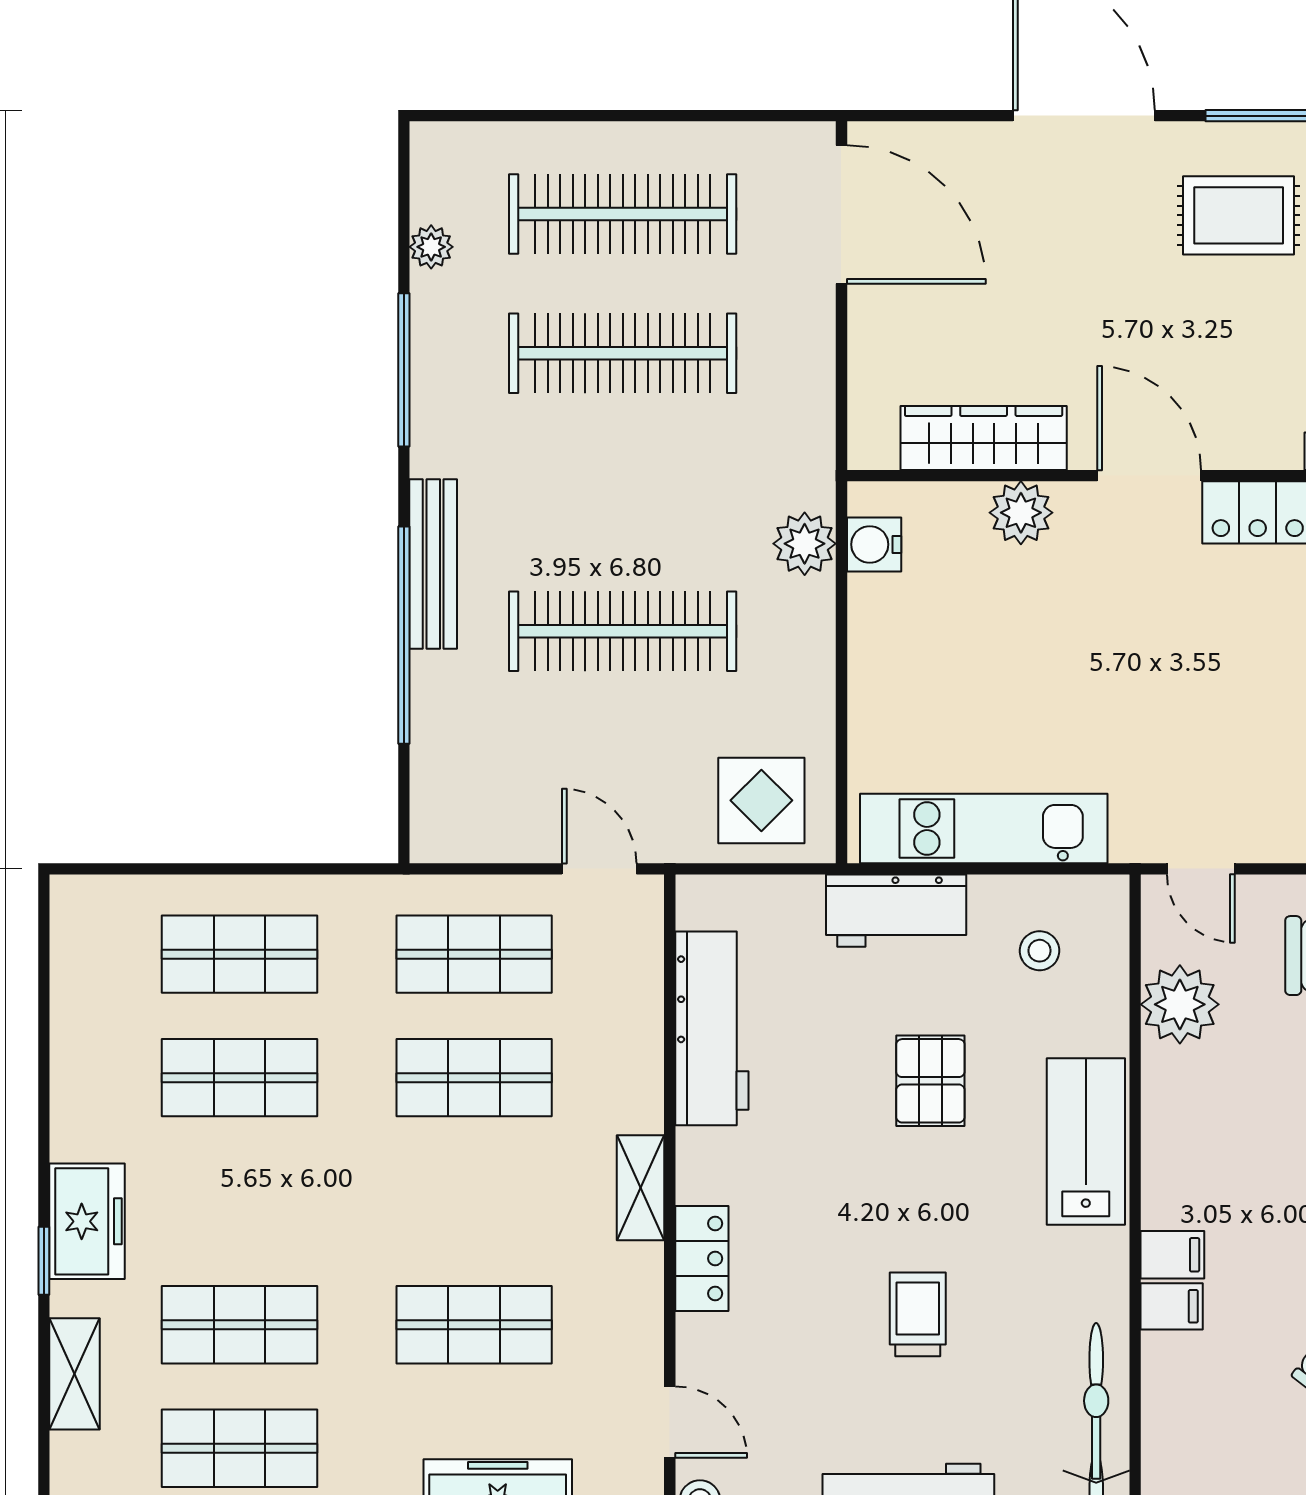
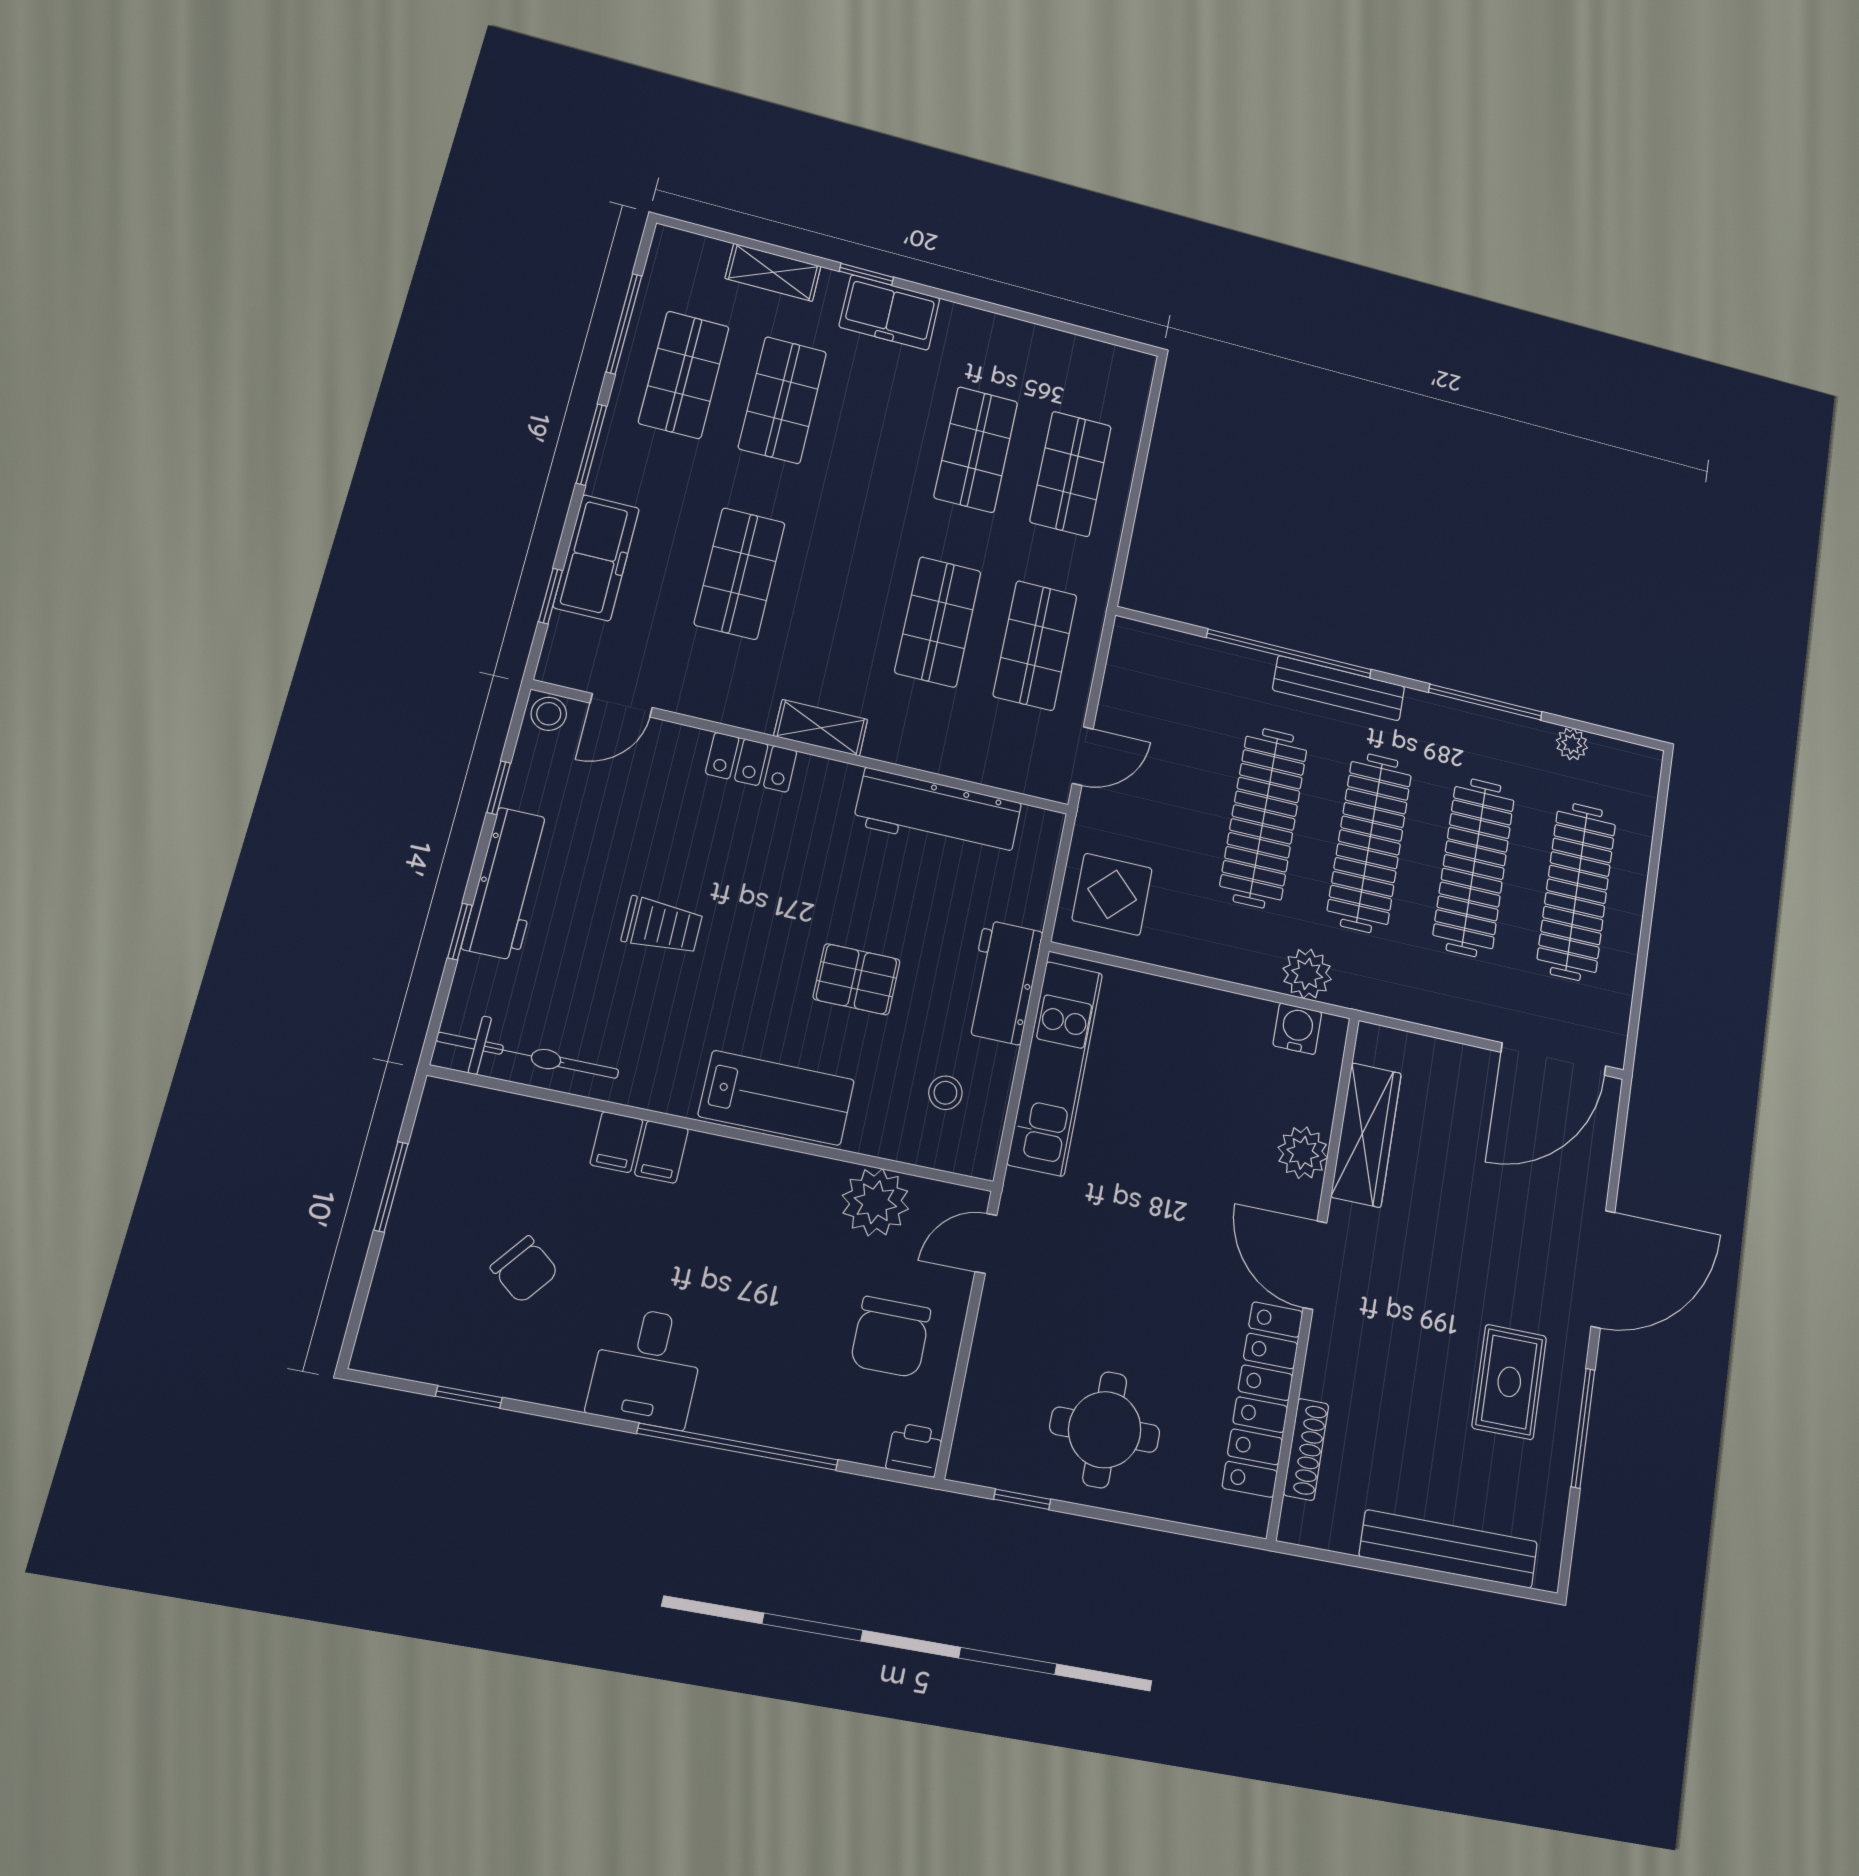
door: (1149, 476) -> (1315, 1265), swing flipped
clothes rail: (623, 492) -> (1369, 842), added

